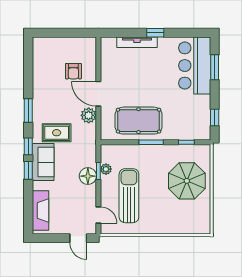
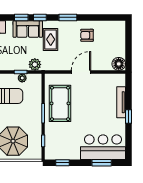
armchair: (73, 71) -> (87, 35), moved
plant: (89, 115) -> (35, 64), moved
floor lamp: (88, 176) -> (119, 64), moved

